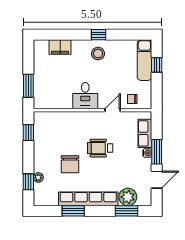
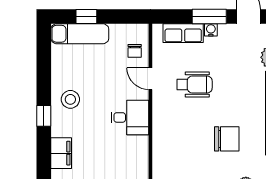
window: (99, 35) -> (44, 116), moved
wheelchair: (100, 148) -> (194, 84), moved, turned -90

